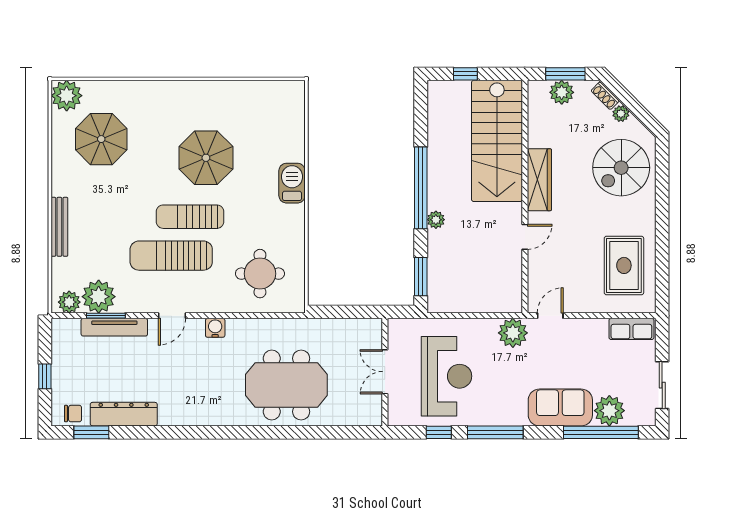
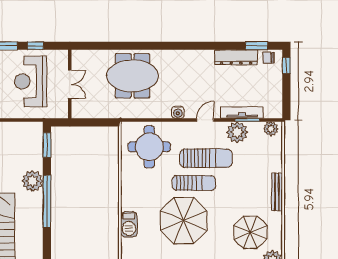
parasol: (206, 158) -> (184, 221), width x1.36, depth x1.36
barbecue: (292, 183) -> (129, 224), moved
plant: (436, 220) -> (32, 181), width x1.88, depth x1.88
bench: (59, 227) -> (277, 192), moved
round table: (260, 274) -> (149, 147), width x1.36, depth x1.36
plant: (99, 297) -> (237, 132), moved
window: (45, 376) -> (286, 66), moved

